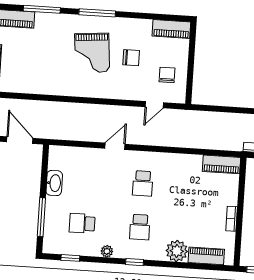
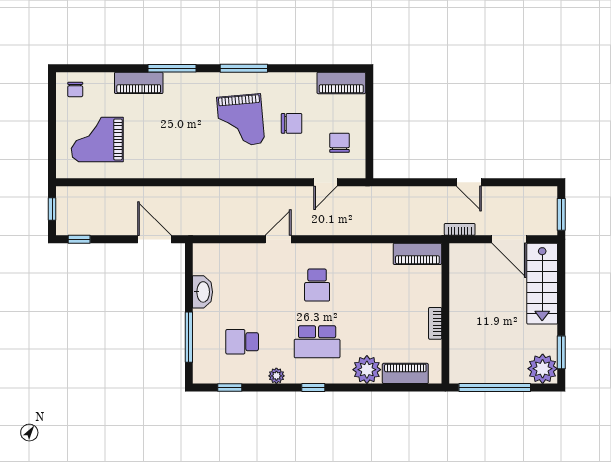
school desk: (140, 227) -> (317, 342), width x1.85

